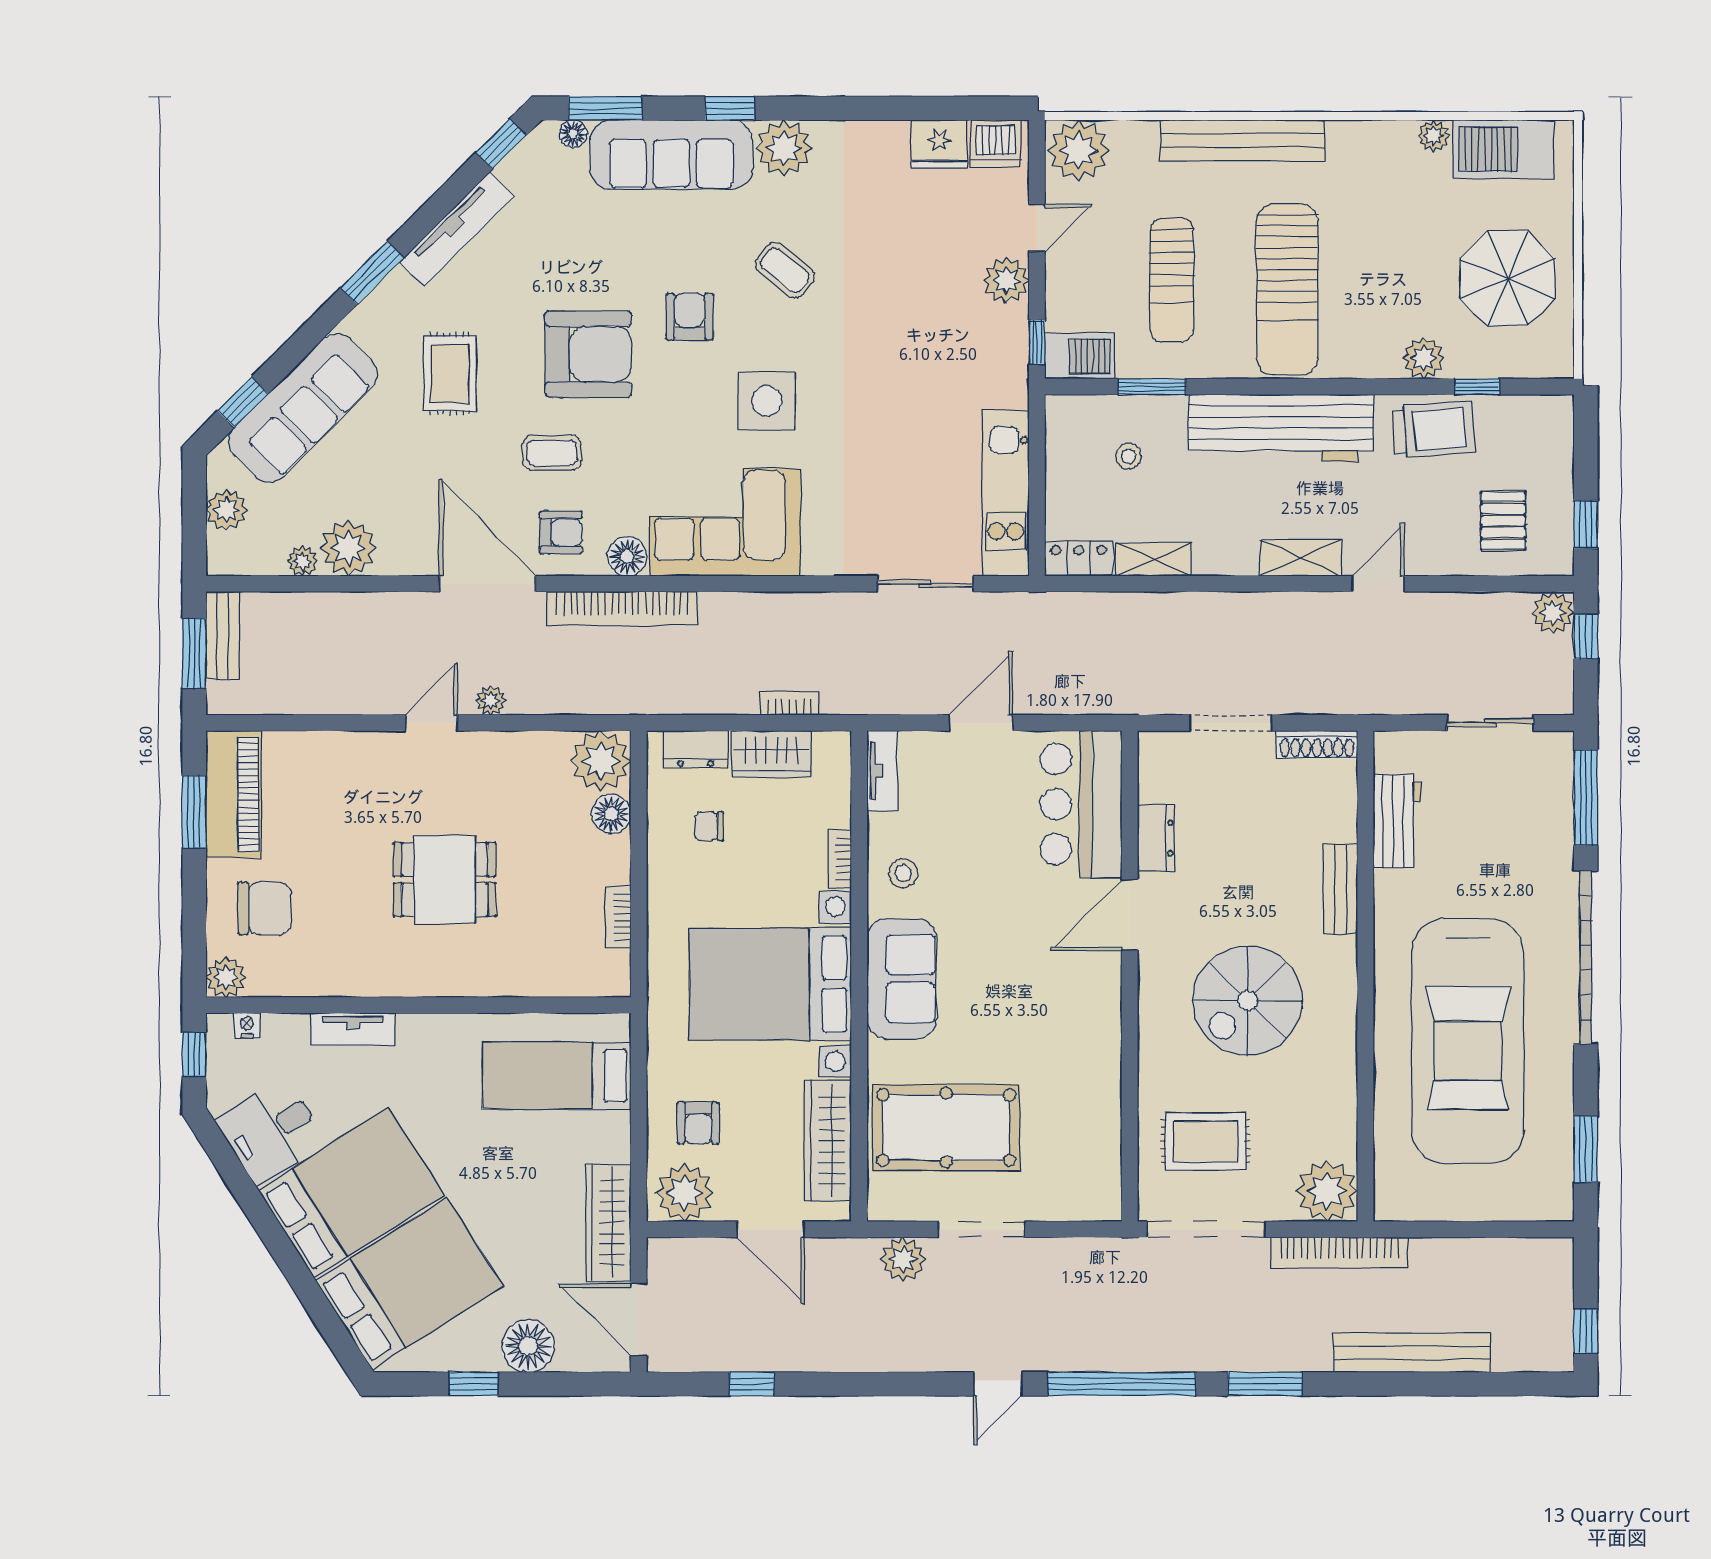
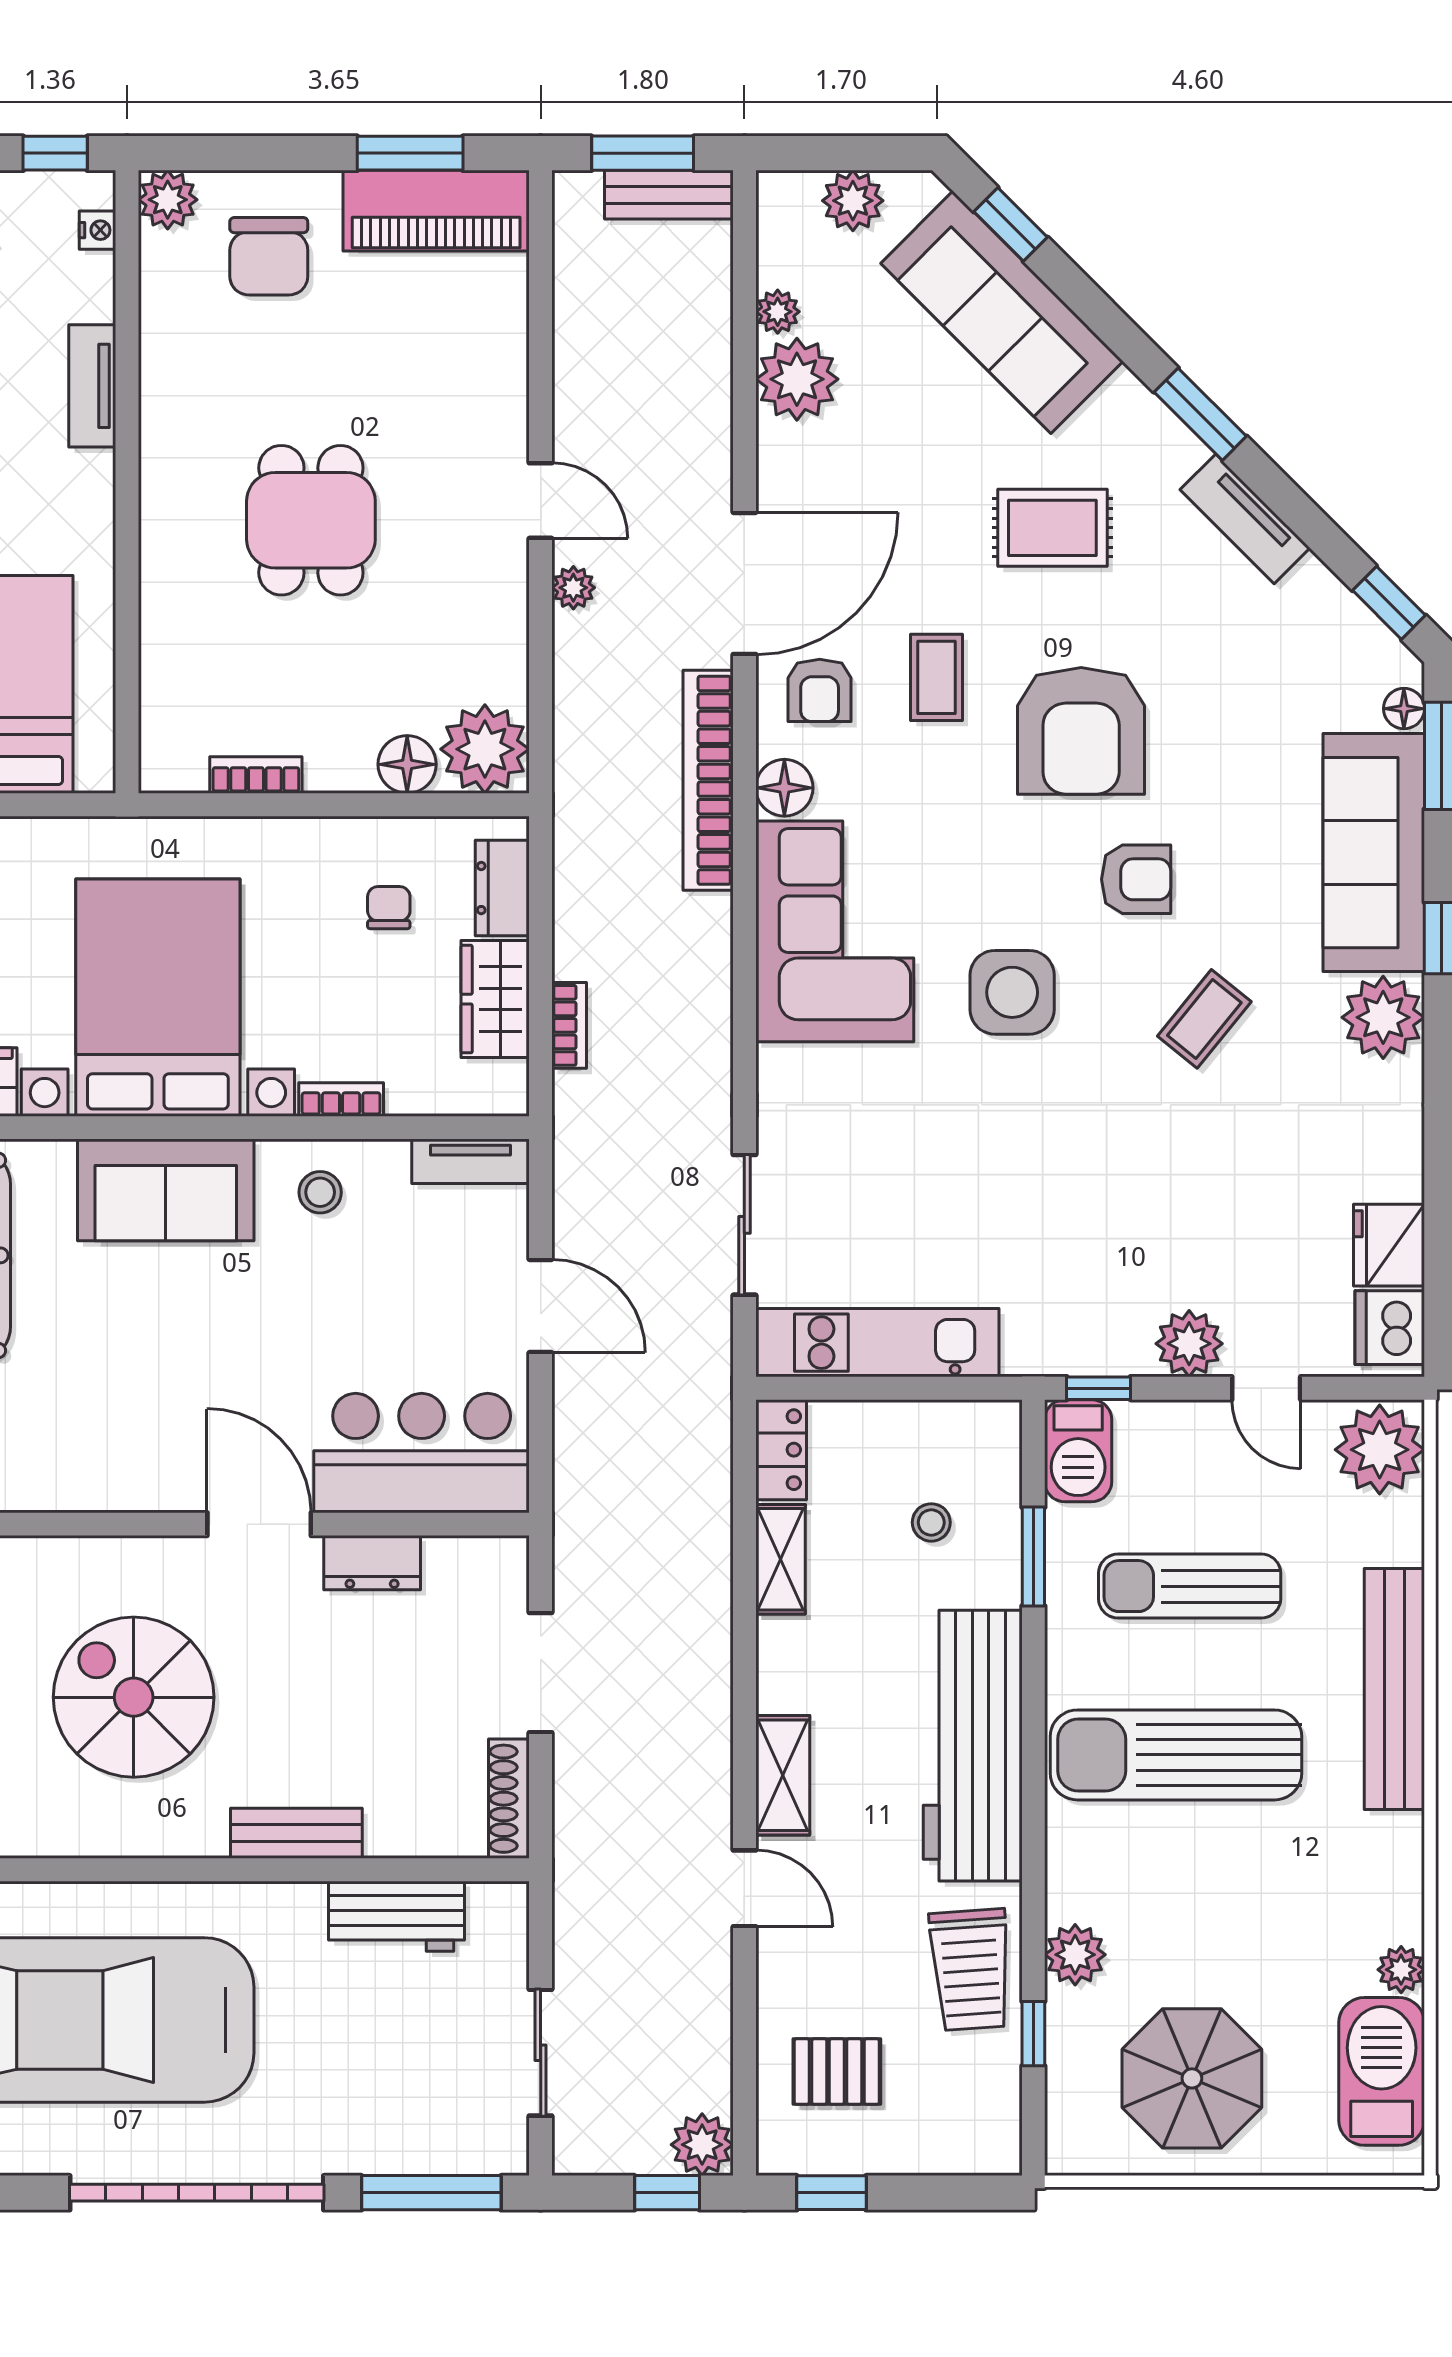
tv unit: (457, 229) -> (1245, 519), width x0.71

